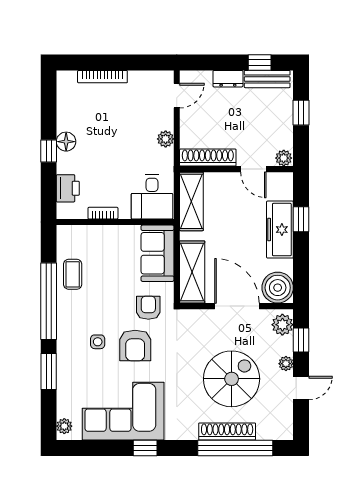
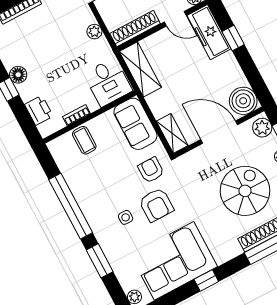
freezer: (280, 230) -> (209, 32), moved
shelving: (192, 272) -> (172, 133), width x0.67, depth x0.75
coffee table: (73, 274) -> (84, 140), moved

